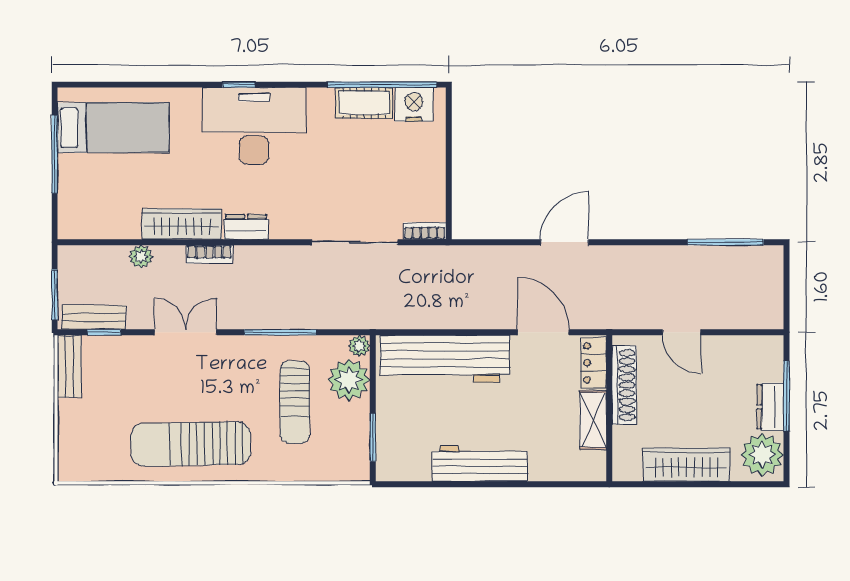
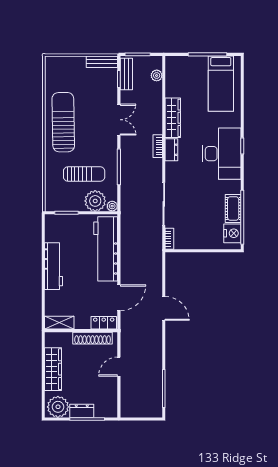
bookcase: (209, 254) -> (158, 146), moved
plant: (141, 257) -> (157, 75), moved
sun lounger: (295, 402) -> (84, 174), turned 180
shelving: (593, 420) -> (59, 323), moved

